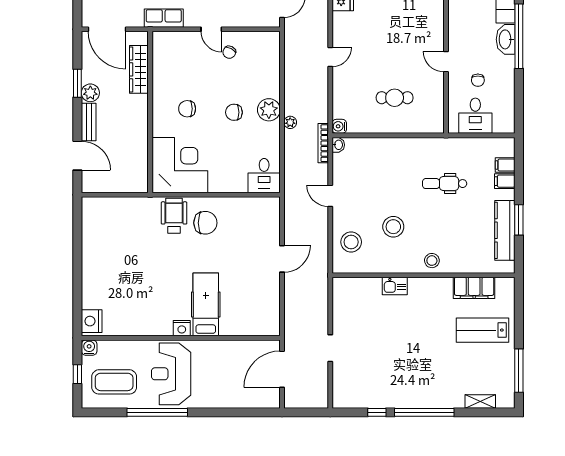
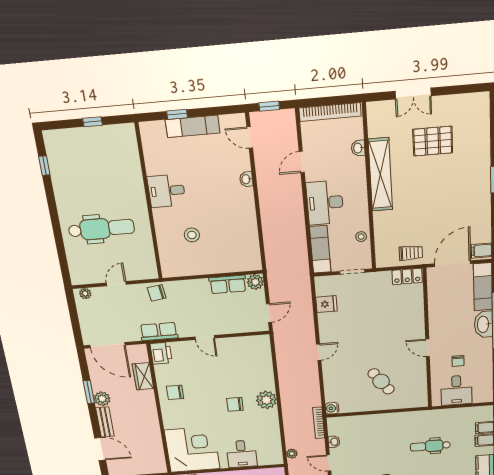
printer: (162, 44) -> (161, 353), added
chair: (229, 52) -> (224, 356), removed
wardrobe: (139, 69) -> (143, 376), width x0.67
cafe table: (395, 98) -> (381, 381), turned 54
chair: (187, 109) -> (175, 392), moved
plant: (290, 122) -> (292, 454), moved
washbasin: (338, 145) -> (334, 442), moved
desk: (264, 176) -> (242, 454), moved

